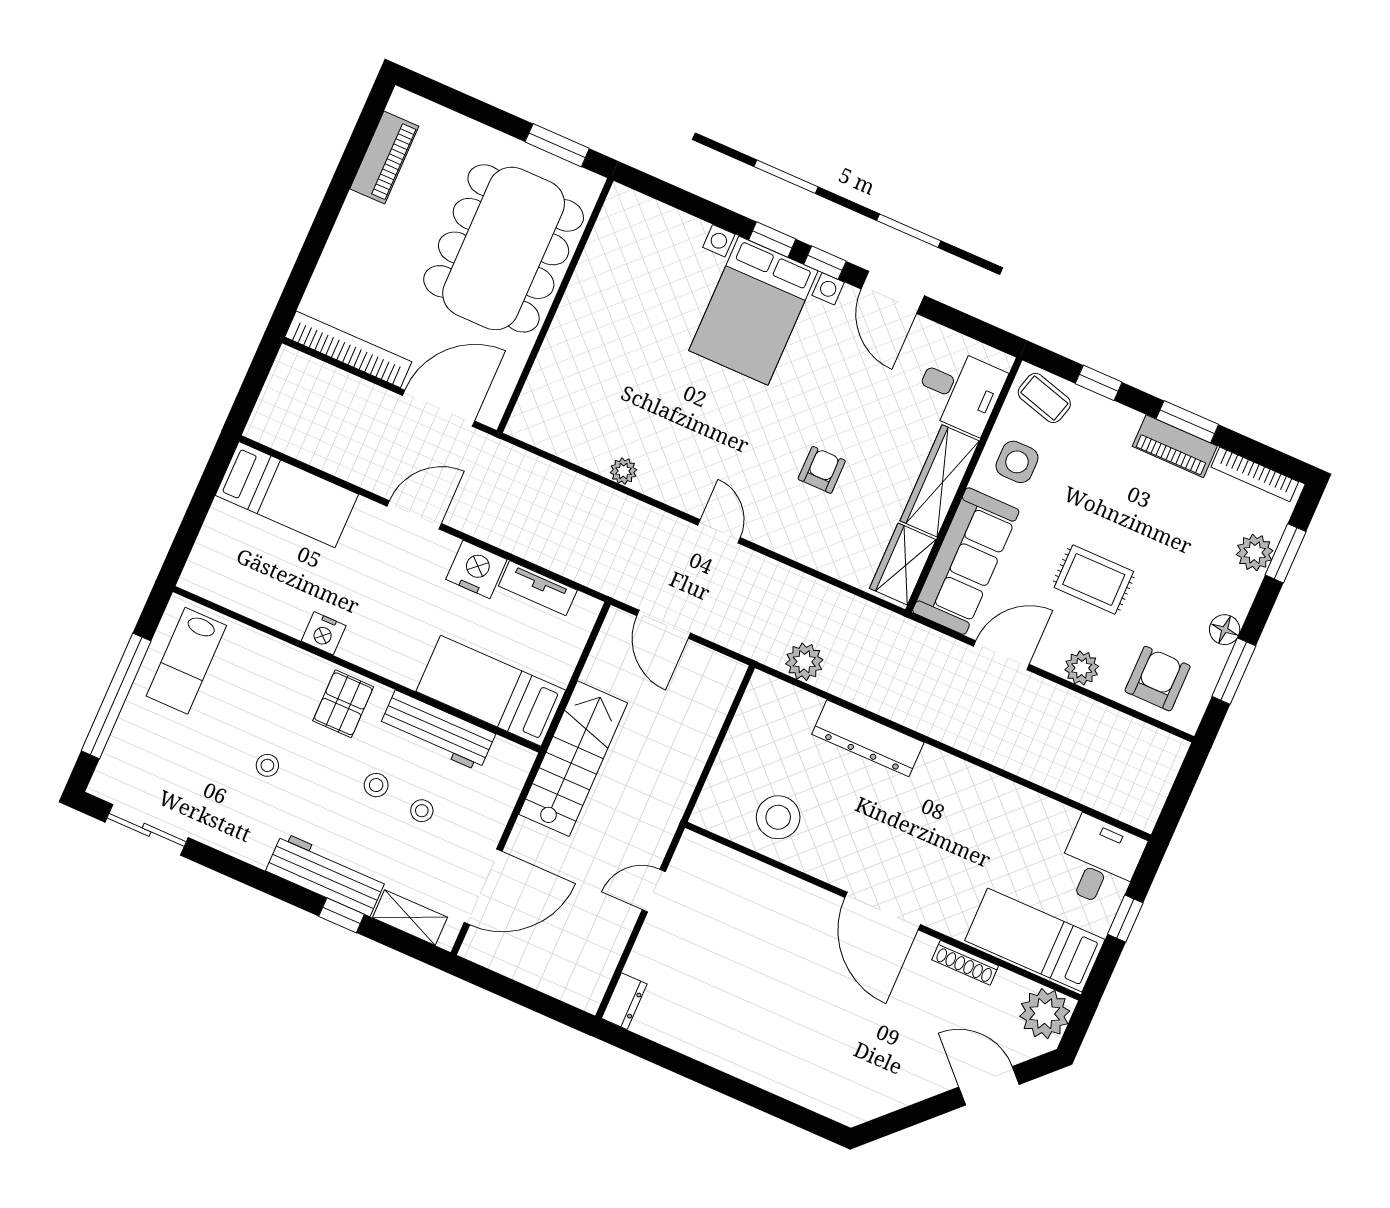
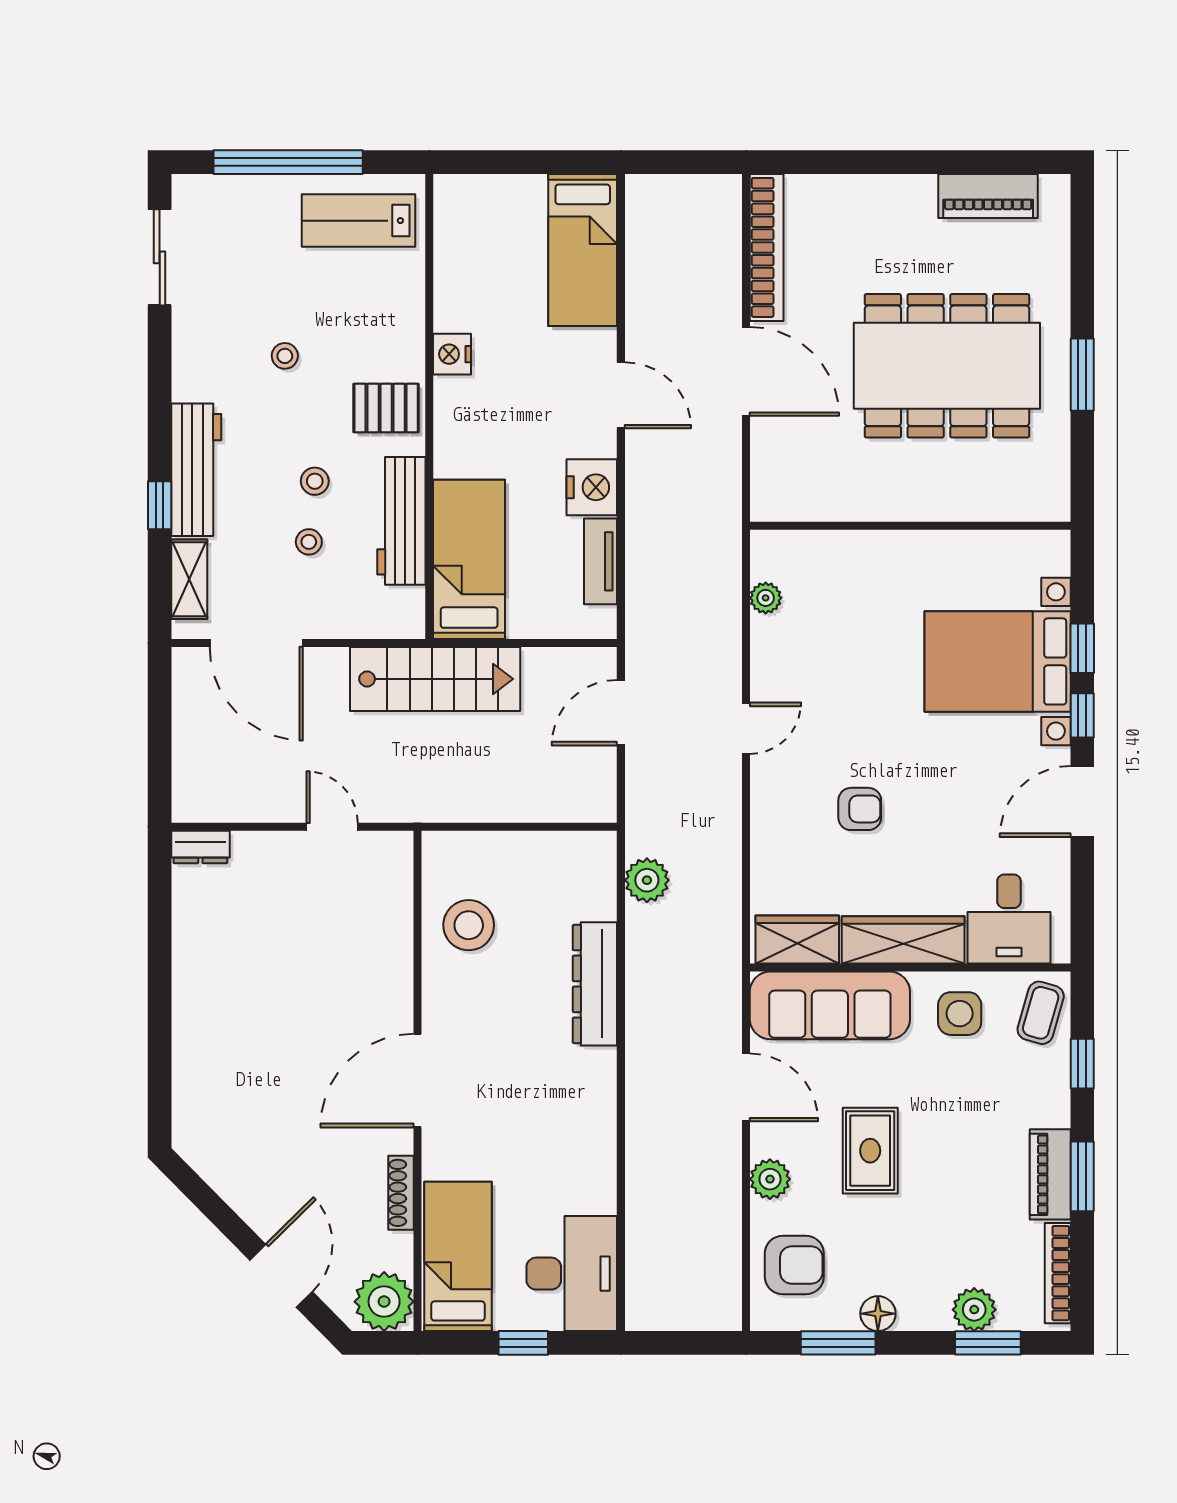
wall: (555, 305) -> (910, 526), moved
desk: (1100, 862) -> (572, 1274), width x1.37

